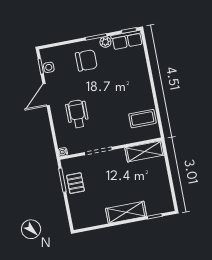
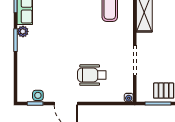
chair: (86, 60) -> (38, 55), removed

